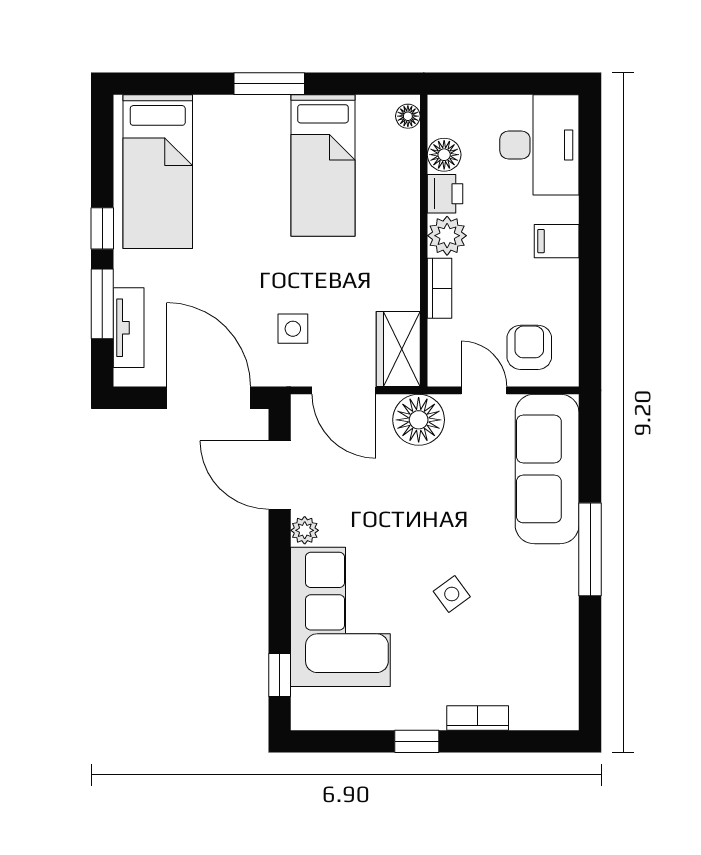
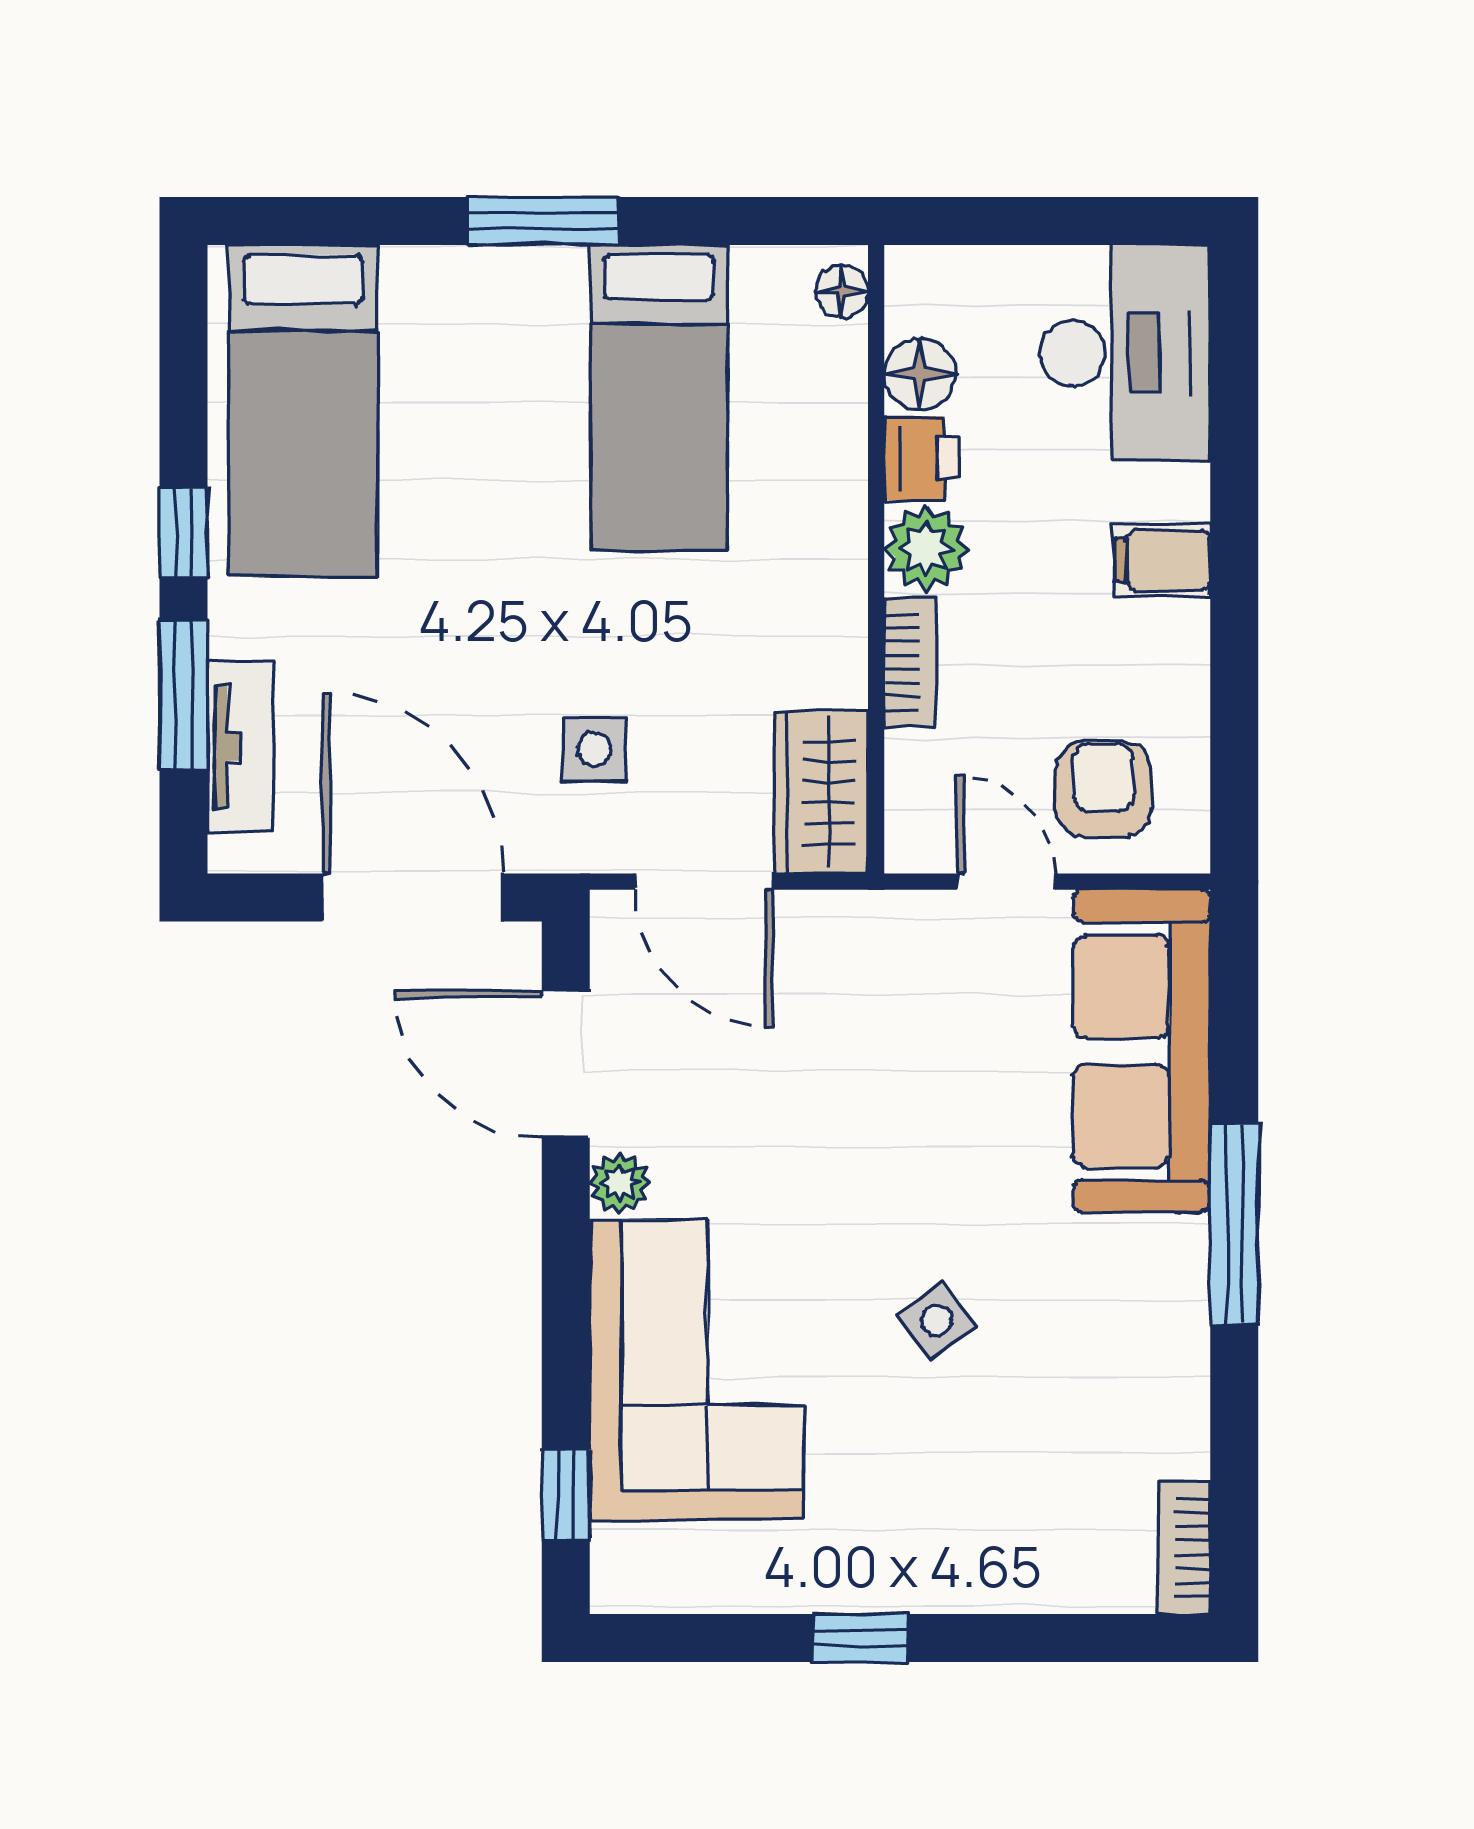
floor lamp: (419, 420) -> (865, 945), removed
bookcase: (478, 718) -> (1184, 1548), moved, turned -90

